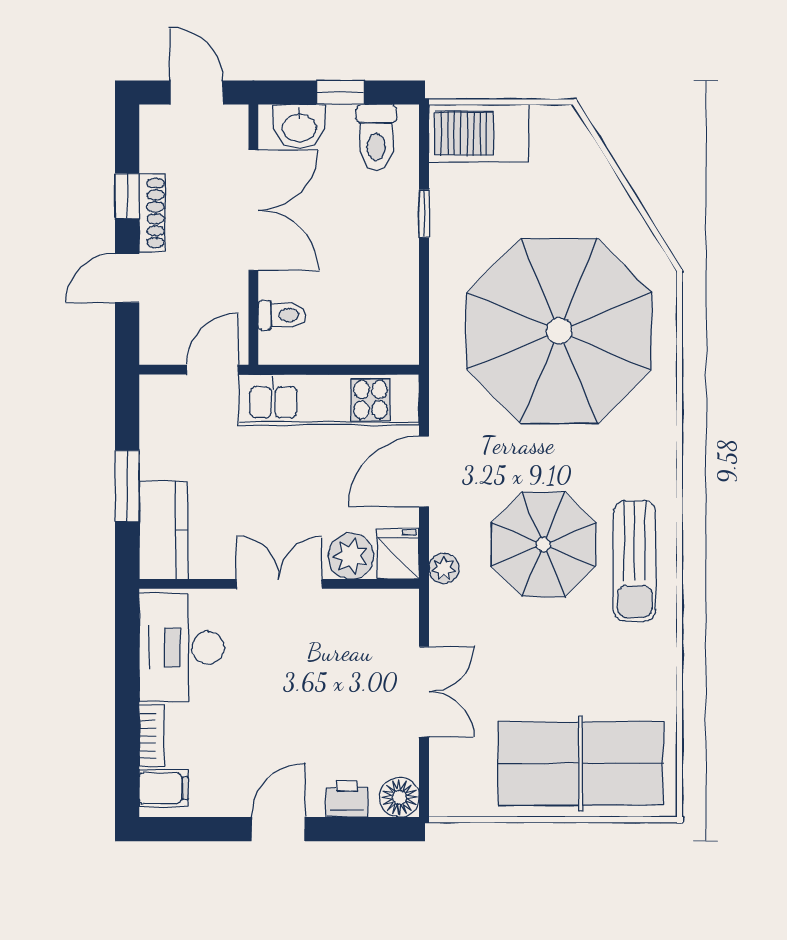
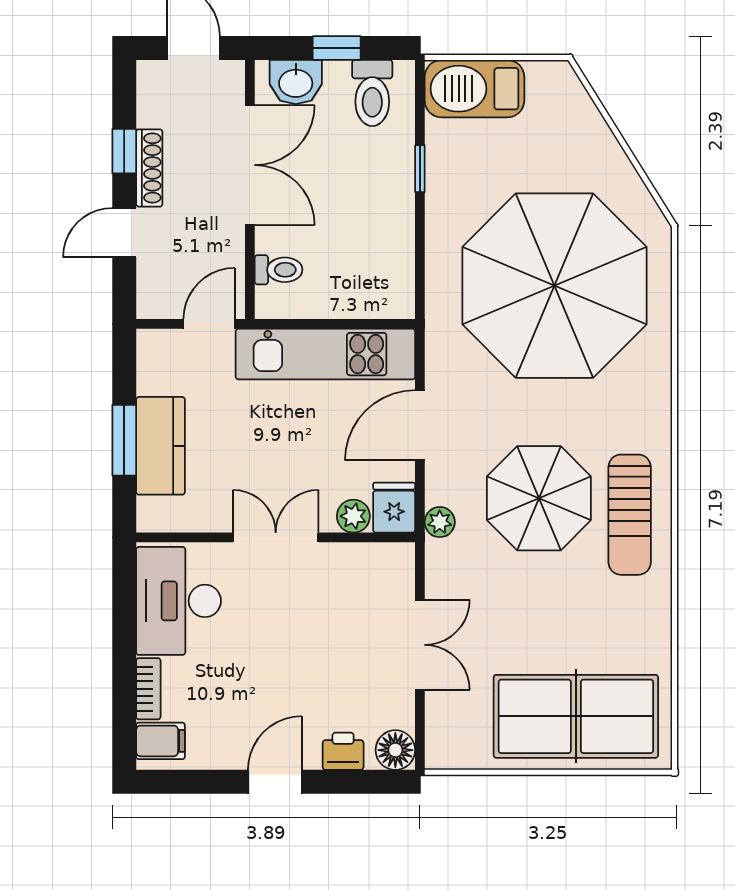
kitchen counter: (164, 530) -> (161, 446), moved
plant: (351, 556) -> (353, 516), width x0.73, depth x0.73

